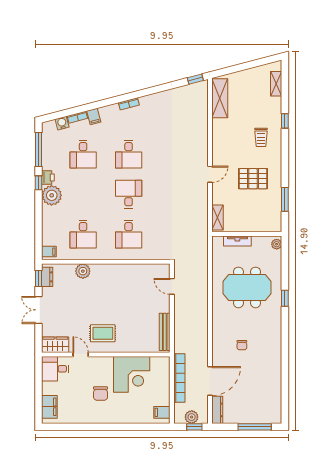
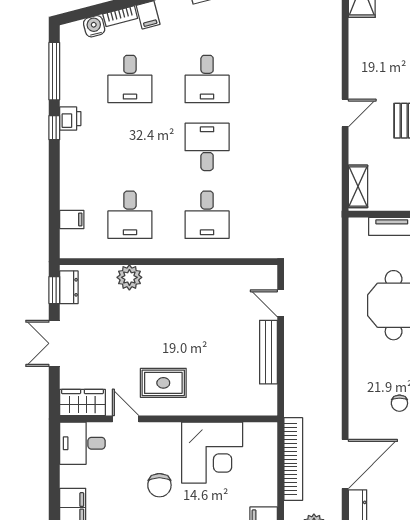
plant: (52, 195) -> (77, 149), removed
filing cabinet: (49, 252) -> (72, 219), moved
bench: (165, 332) -> (268, 352), moved

